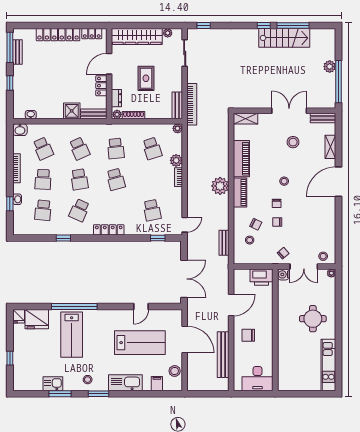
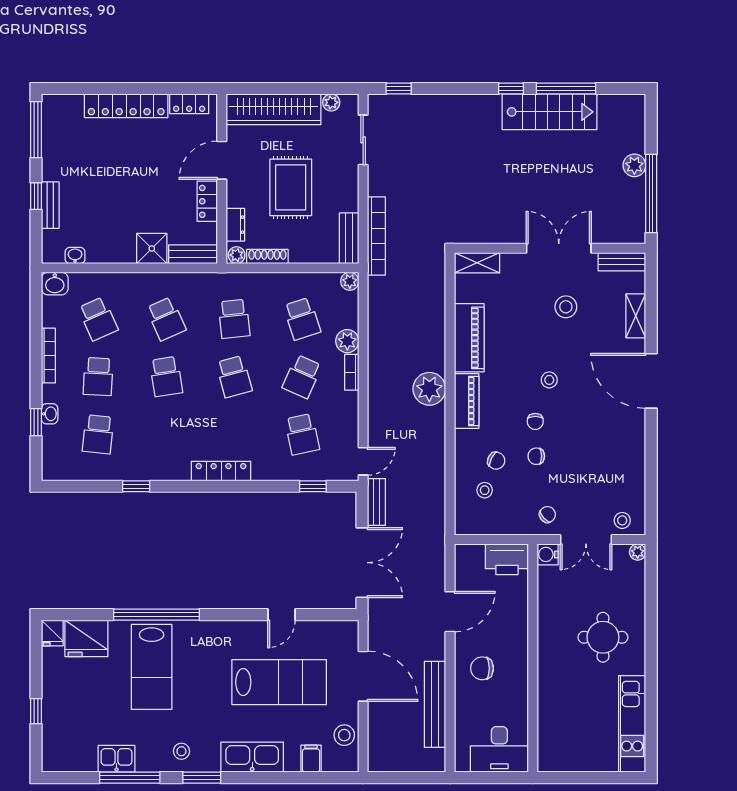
bench: (17, 52) -> (50, 205), moved
rug: (146, 78) -> (291, 187), width x1.36, depth x1.43
door: (339, 182) -> (651, 381), hinge flipped
school desk: (79, 210) -> (302, 377), moved
bench: (224, 243) -> (376, 502), moved
window: (60, 394) -> (130, 778), width x1.44

